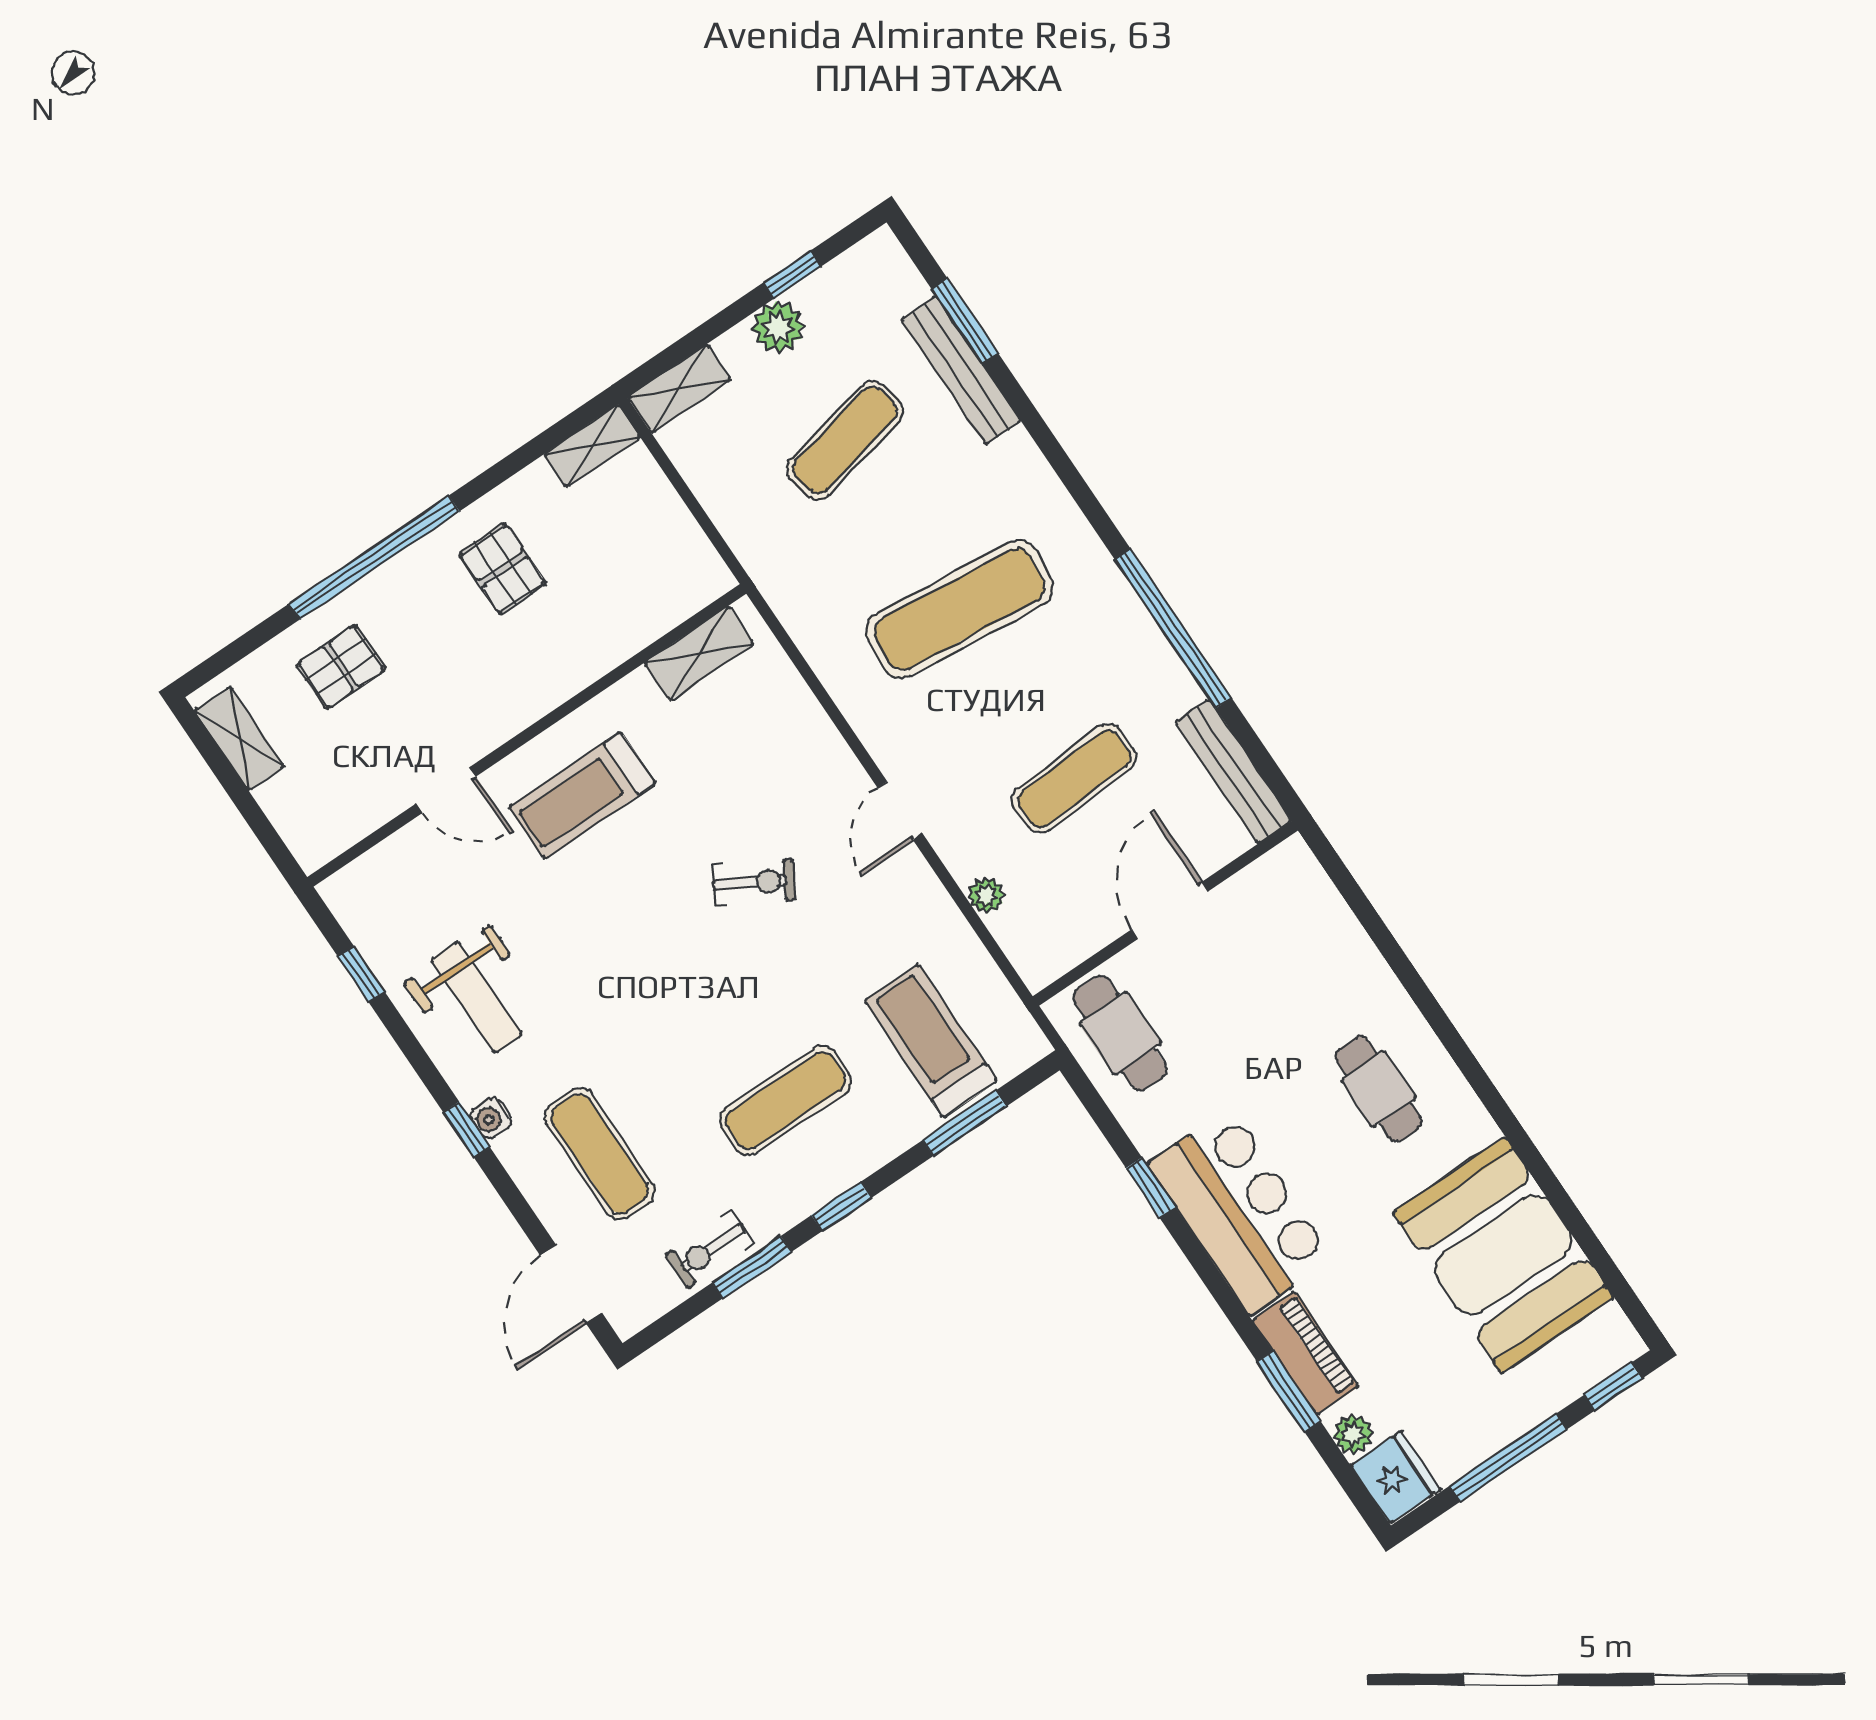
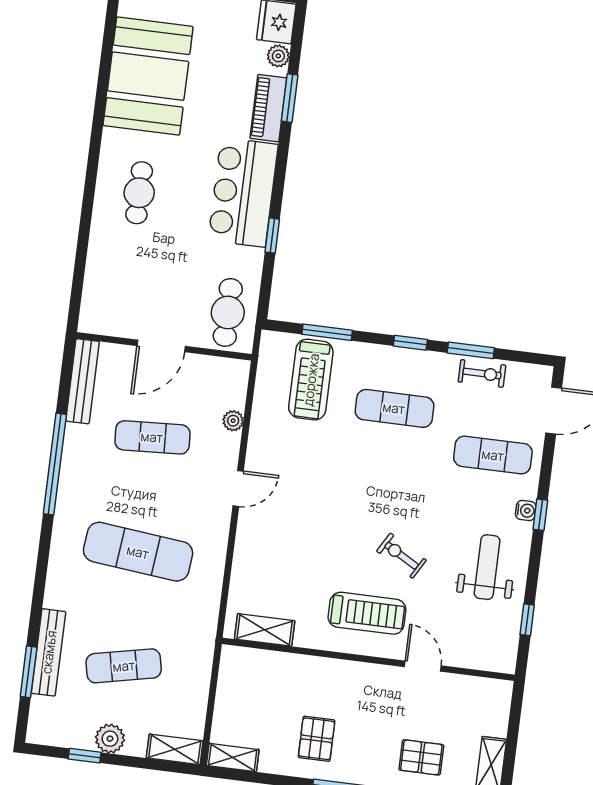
exercise bike: (754, 882) -> (401, 556), moved
exercise mat: (600, 1154) -> (493, 455), turned 90

